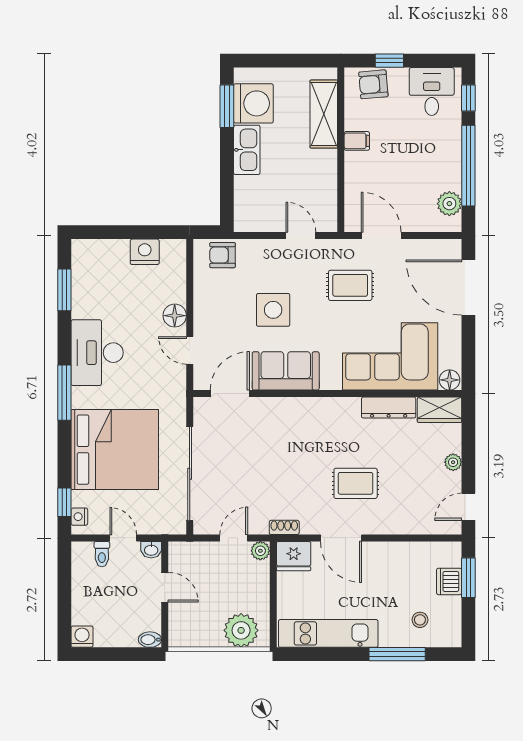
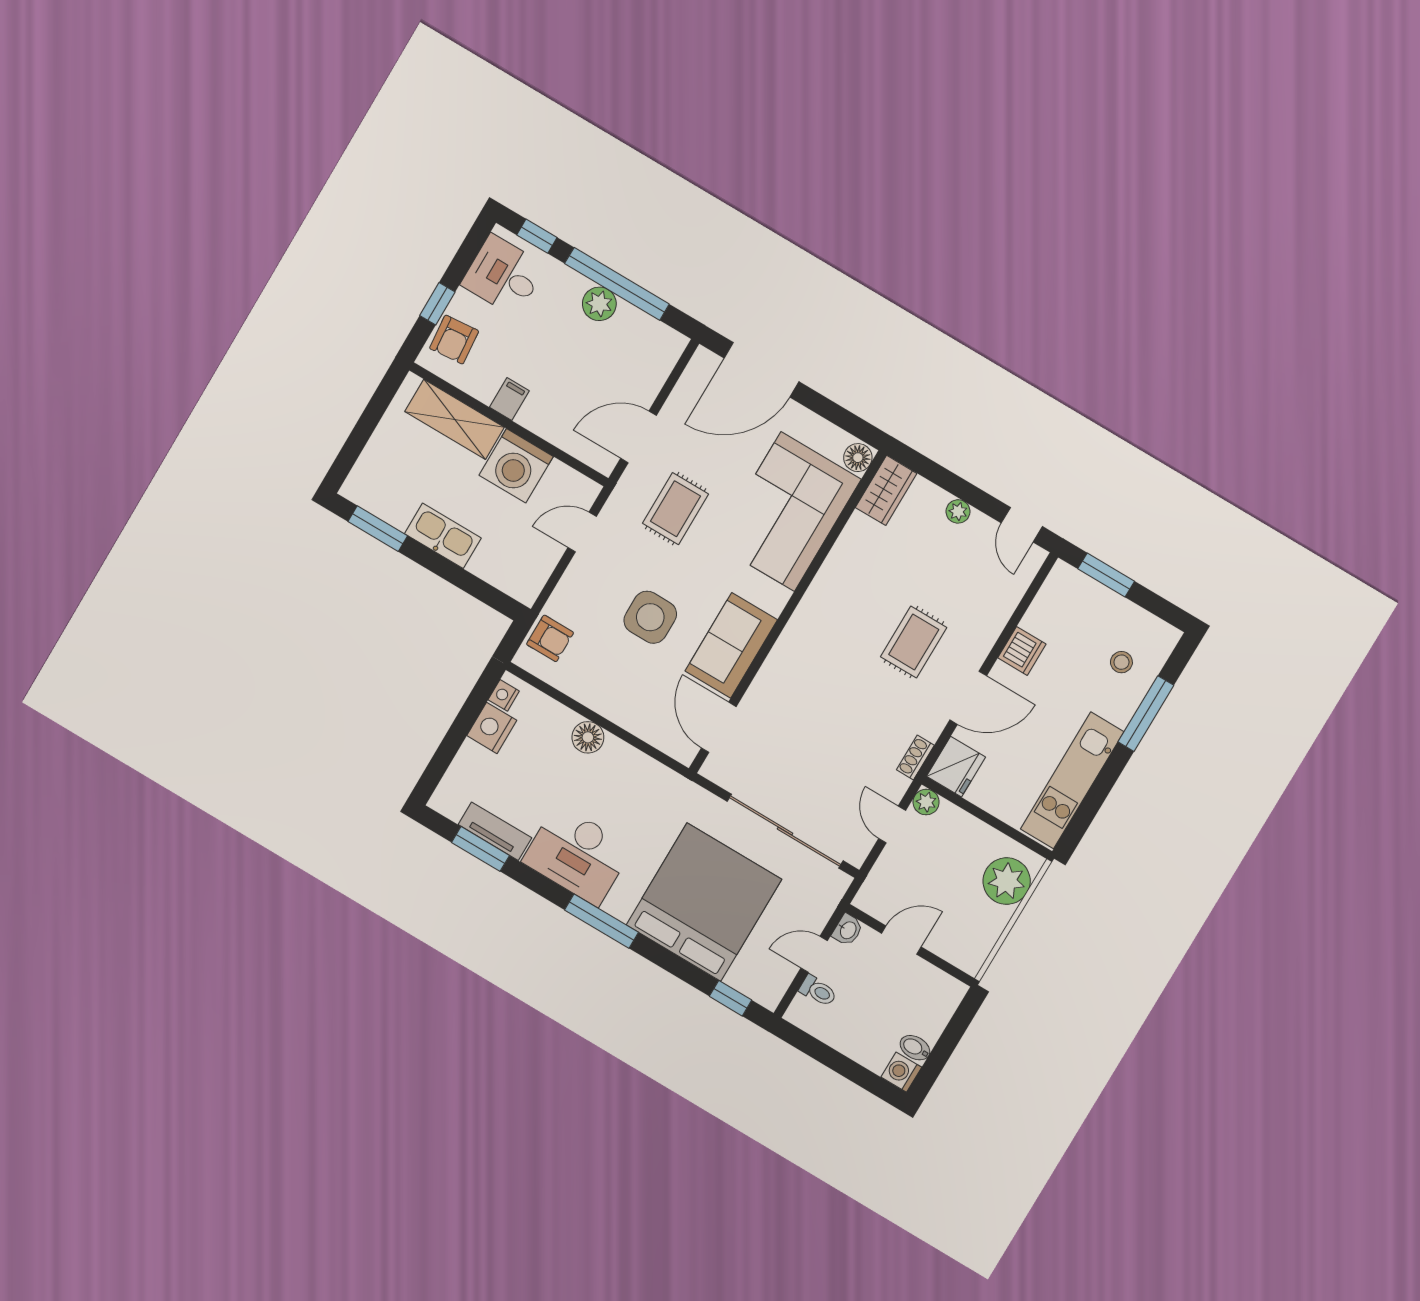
washing machine: (253, 103) -> (516, 466), moved, turned 180
plant: (449, 204) -> (599, 304), moved
armchair: (223, 255) -> (550, 638), turned -90
tv unit: (81, 292) -> (495, 831), added
door: (190, 350) -> (640, 744), removed
dresser: (389, 408) -> (847, 549), removed
nightstand: (79, 517) -> (504, 695), moved, turned 90
dishwasher: (449, 581) -> (1022, 651), moved, turned -90
bidet: (150, 640) -> (915, 1048), moved, turned 90

